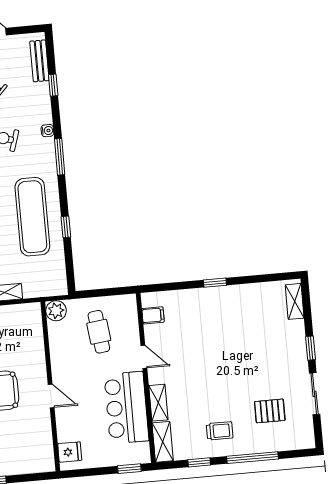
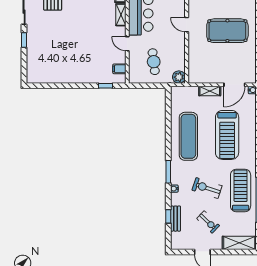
bench: (39, 61) -> (175, 219), moved
window: (66, 227) -> (168, 128), removed
window: (215, 283) -> (106, 86), moved
shelving: (295, 301) -> (31, 70), removed

